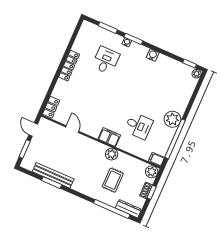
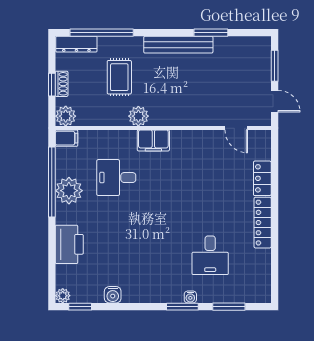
water cooler: (153, 55) -> (113, 295), moved
printer: (181, 100) -> (69, 244), added
locker: (51, 107) -> (262, 178), moved
plant: (172, 119) -> (69, 191), moved
door: (72, 129) -> (236, 128), moved
bench: (53, 175) -> (178, 45), moved

